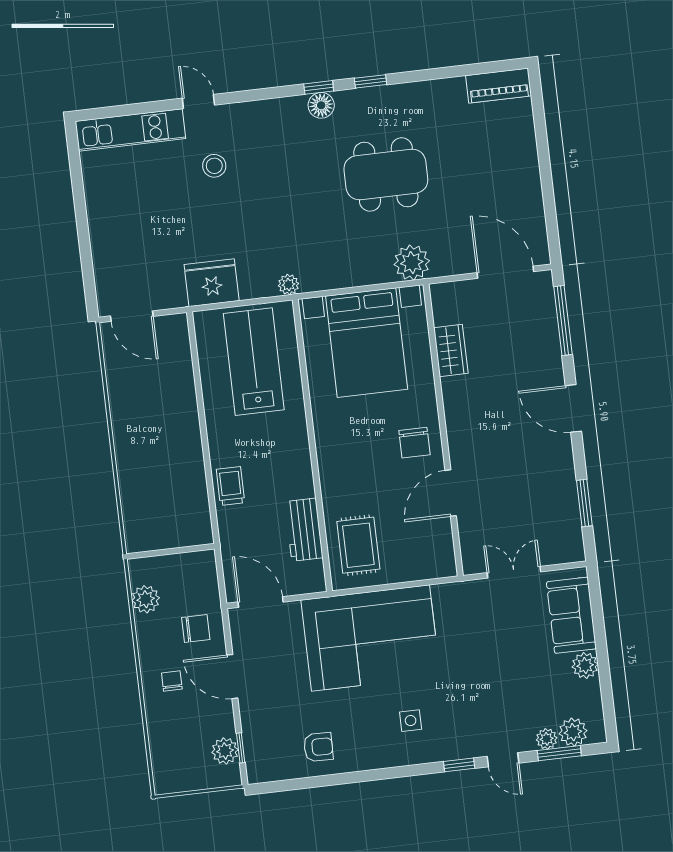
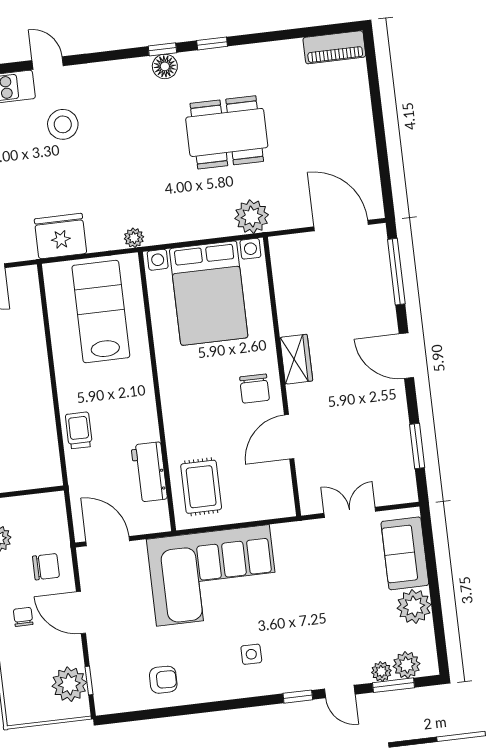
stool: (214, 166) -> (63, 124), width x1.38, depth x1.38
wardrobe: (451, 350) -> (296, 359), moved
plant: (585, 666) -> (414, 606), width x1.36, depth x1.36
plant: (225, 751) -> (69, 684), width x1.36, depth x1.36

